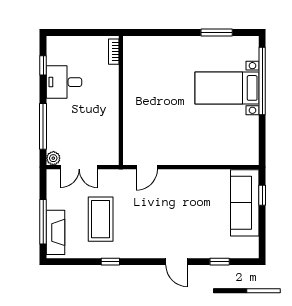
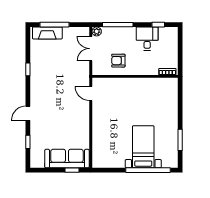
armchair: (97, 126) -> (118, 61), added
coffee table: (101, 219) -> (56, 63), removed

